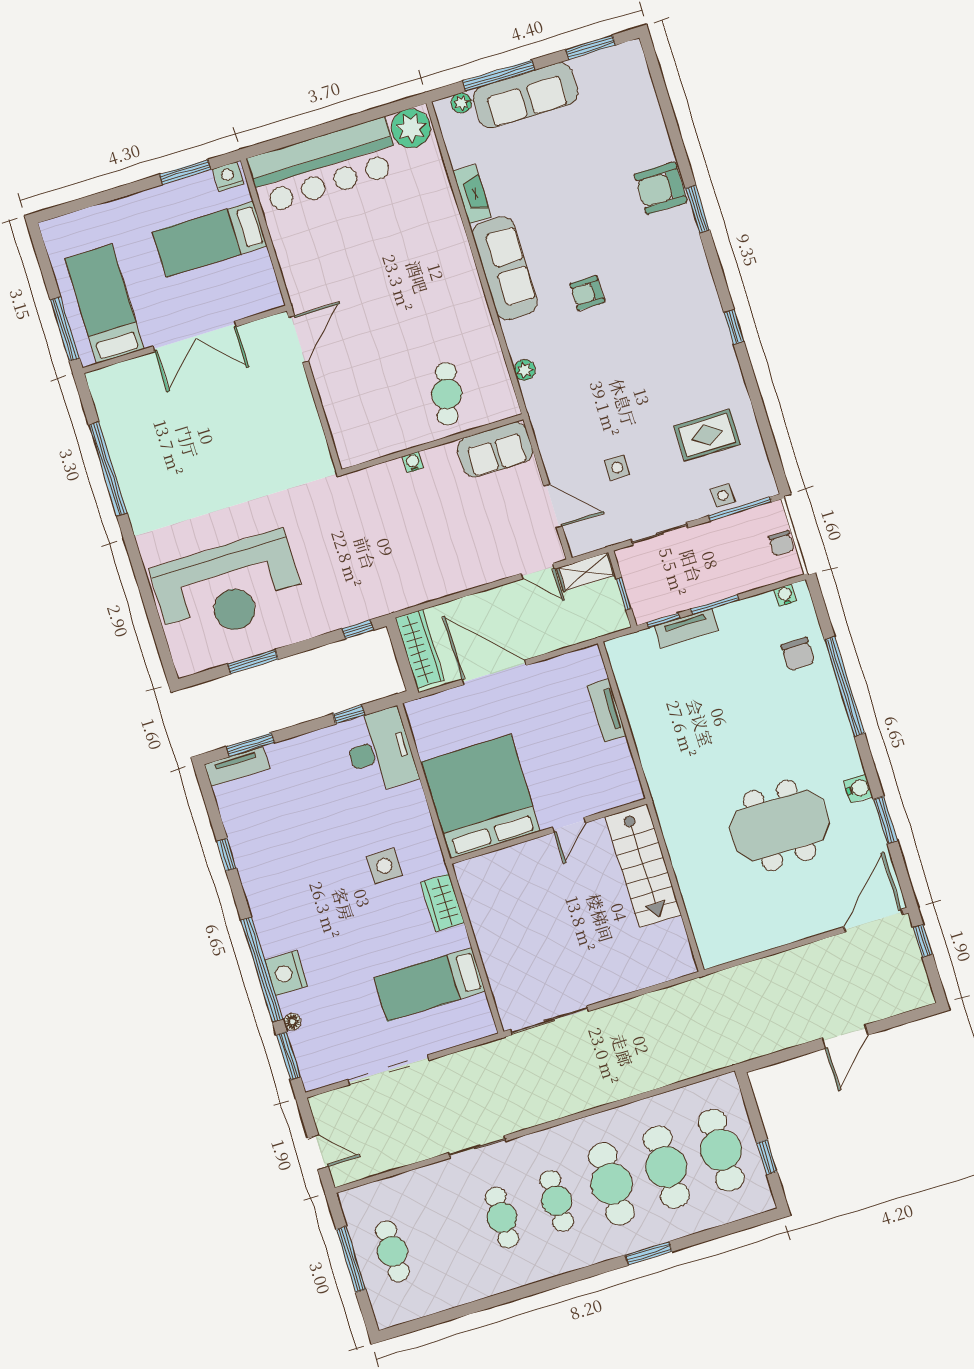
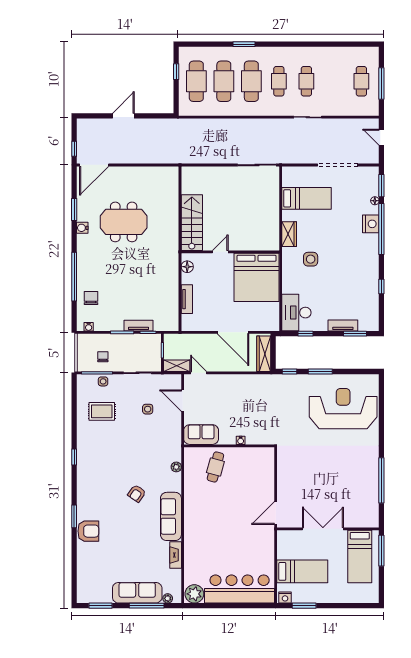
armchair: (587, 293) -> (137, 493), turned 125
chair: (781, 543) -> (103, 357), moved
window: (253, 662) -> (320, 372), moved
tv unit: (237, 767) -> (343, 326), moved
floor lamp: (626, 775) -> (187, 267), added

